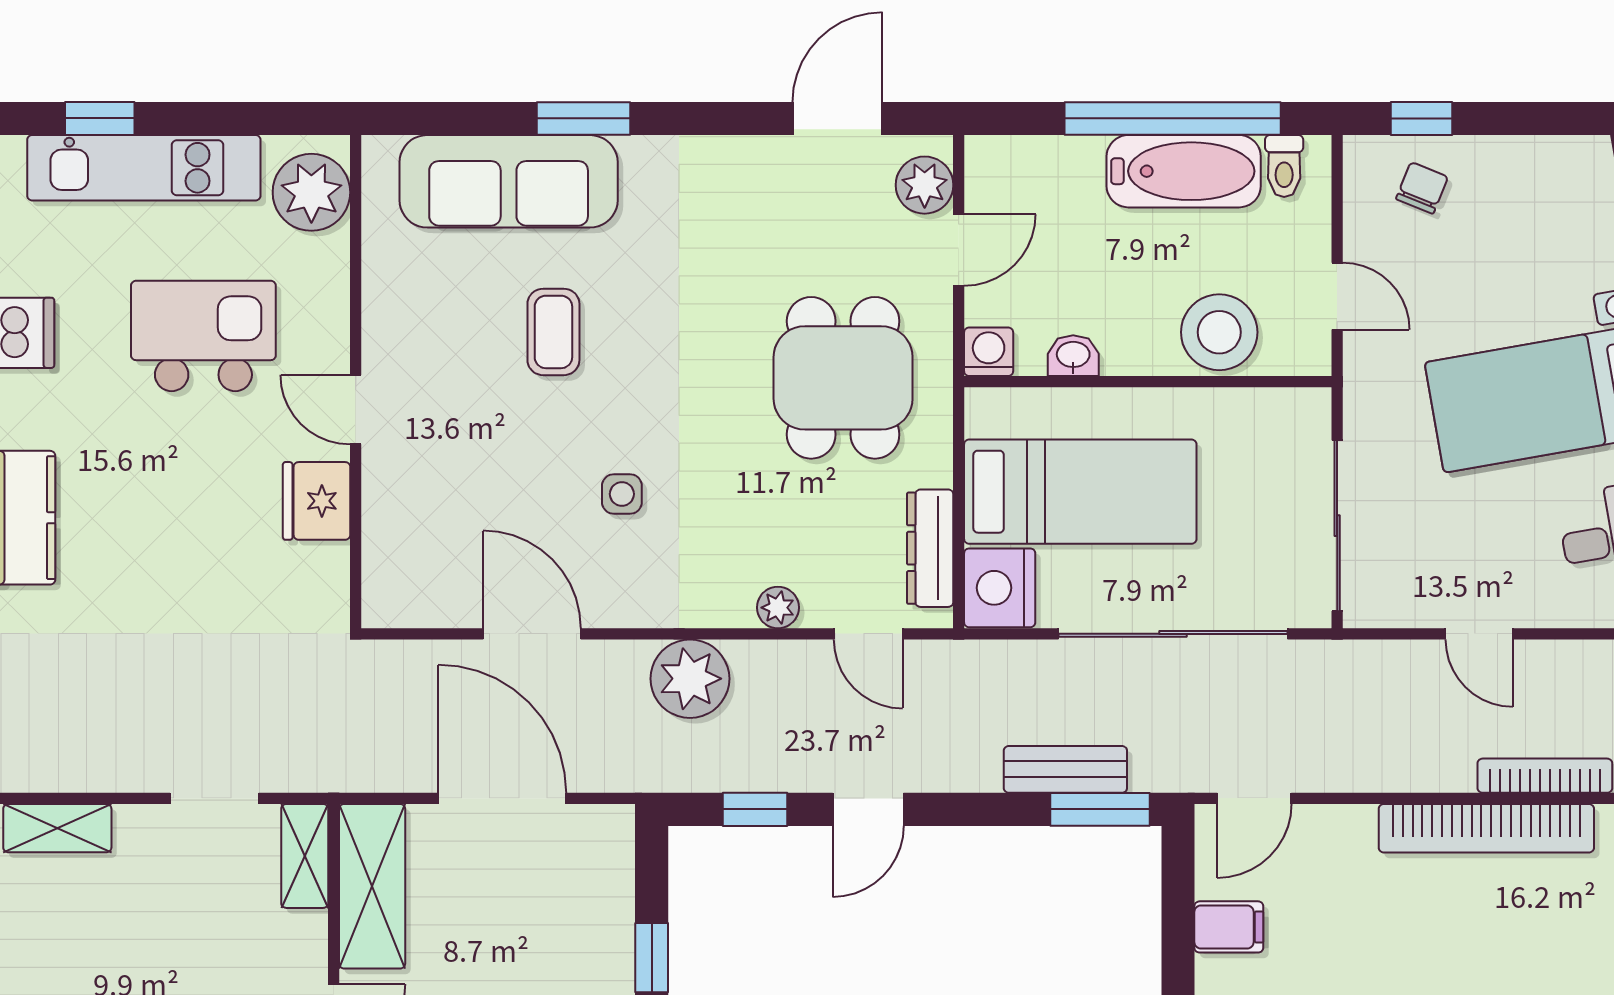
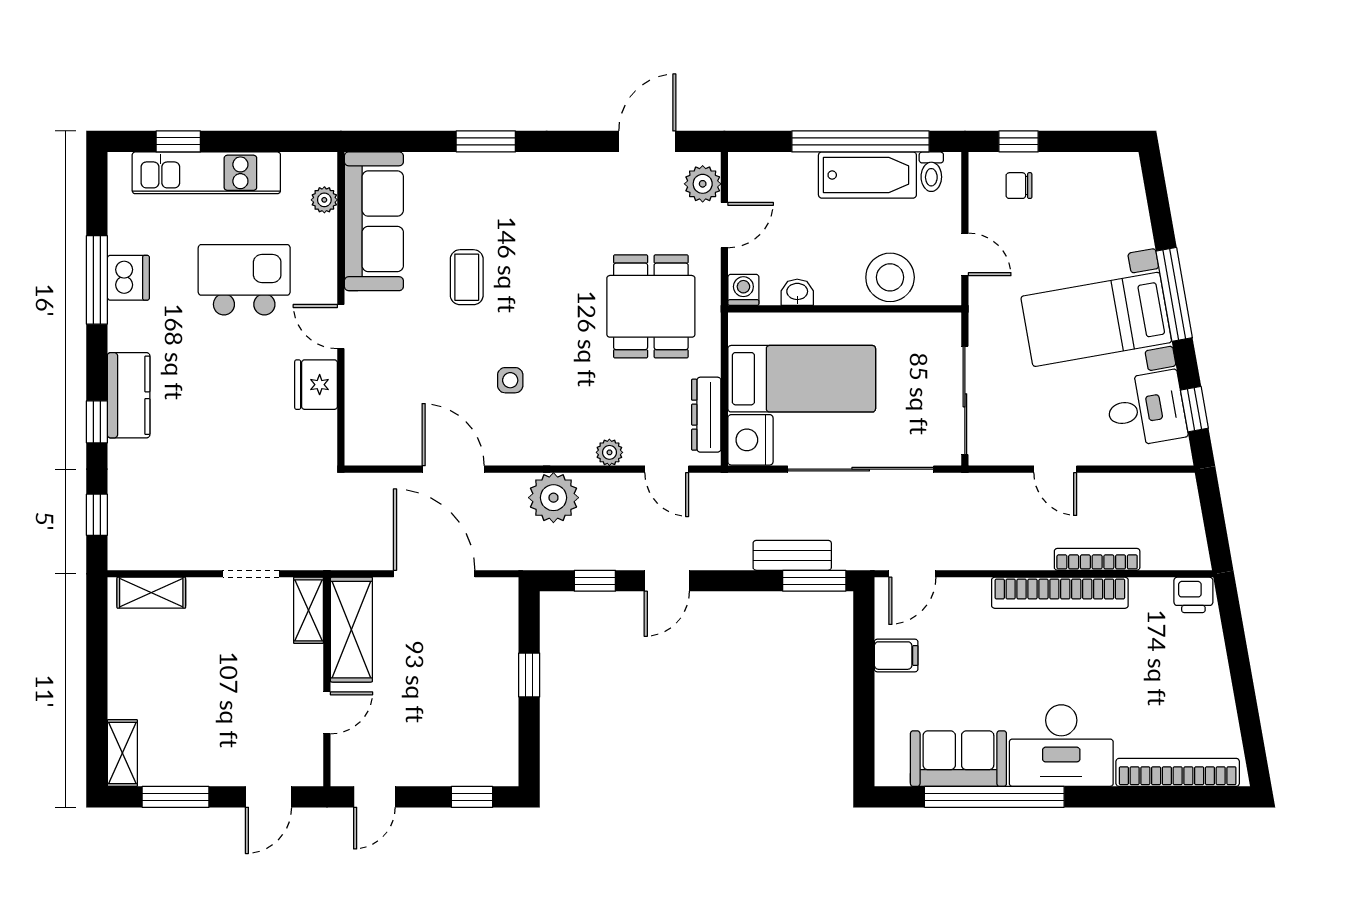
sofa: (509, 181) -> (374, 221), moved, turned -90
chair: (1422, 188) -> (1019, 186), turned -112
plant: (311, 192) -> (324, 200), width x0.53, depth x0.53

